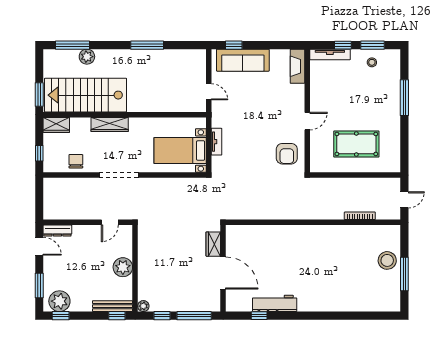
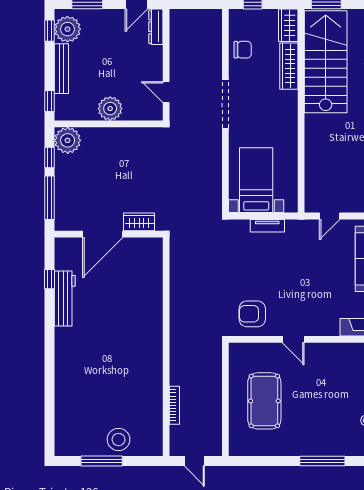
wardrobe: (110, 124) -> (289, 66), moved
bench: (113, 306) -> (61, 69), moved
plant: (143, 306) -> (68, 140), width x1.87, depth x1.87

